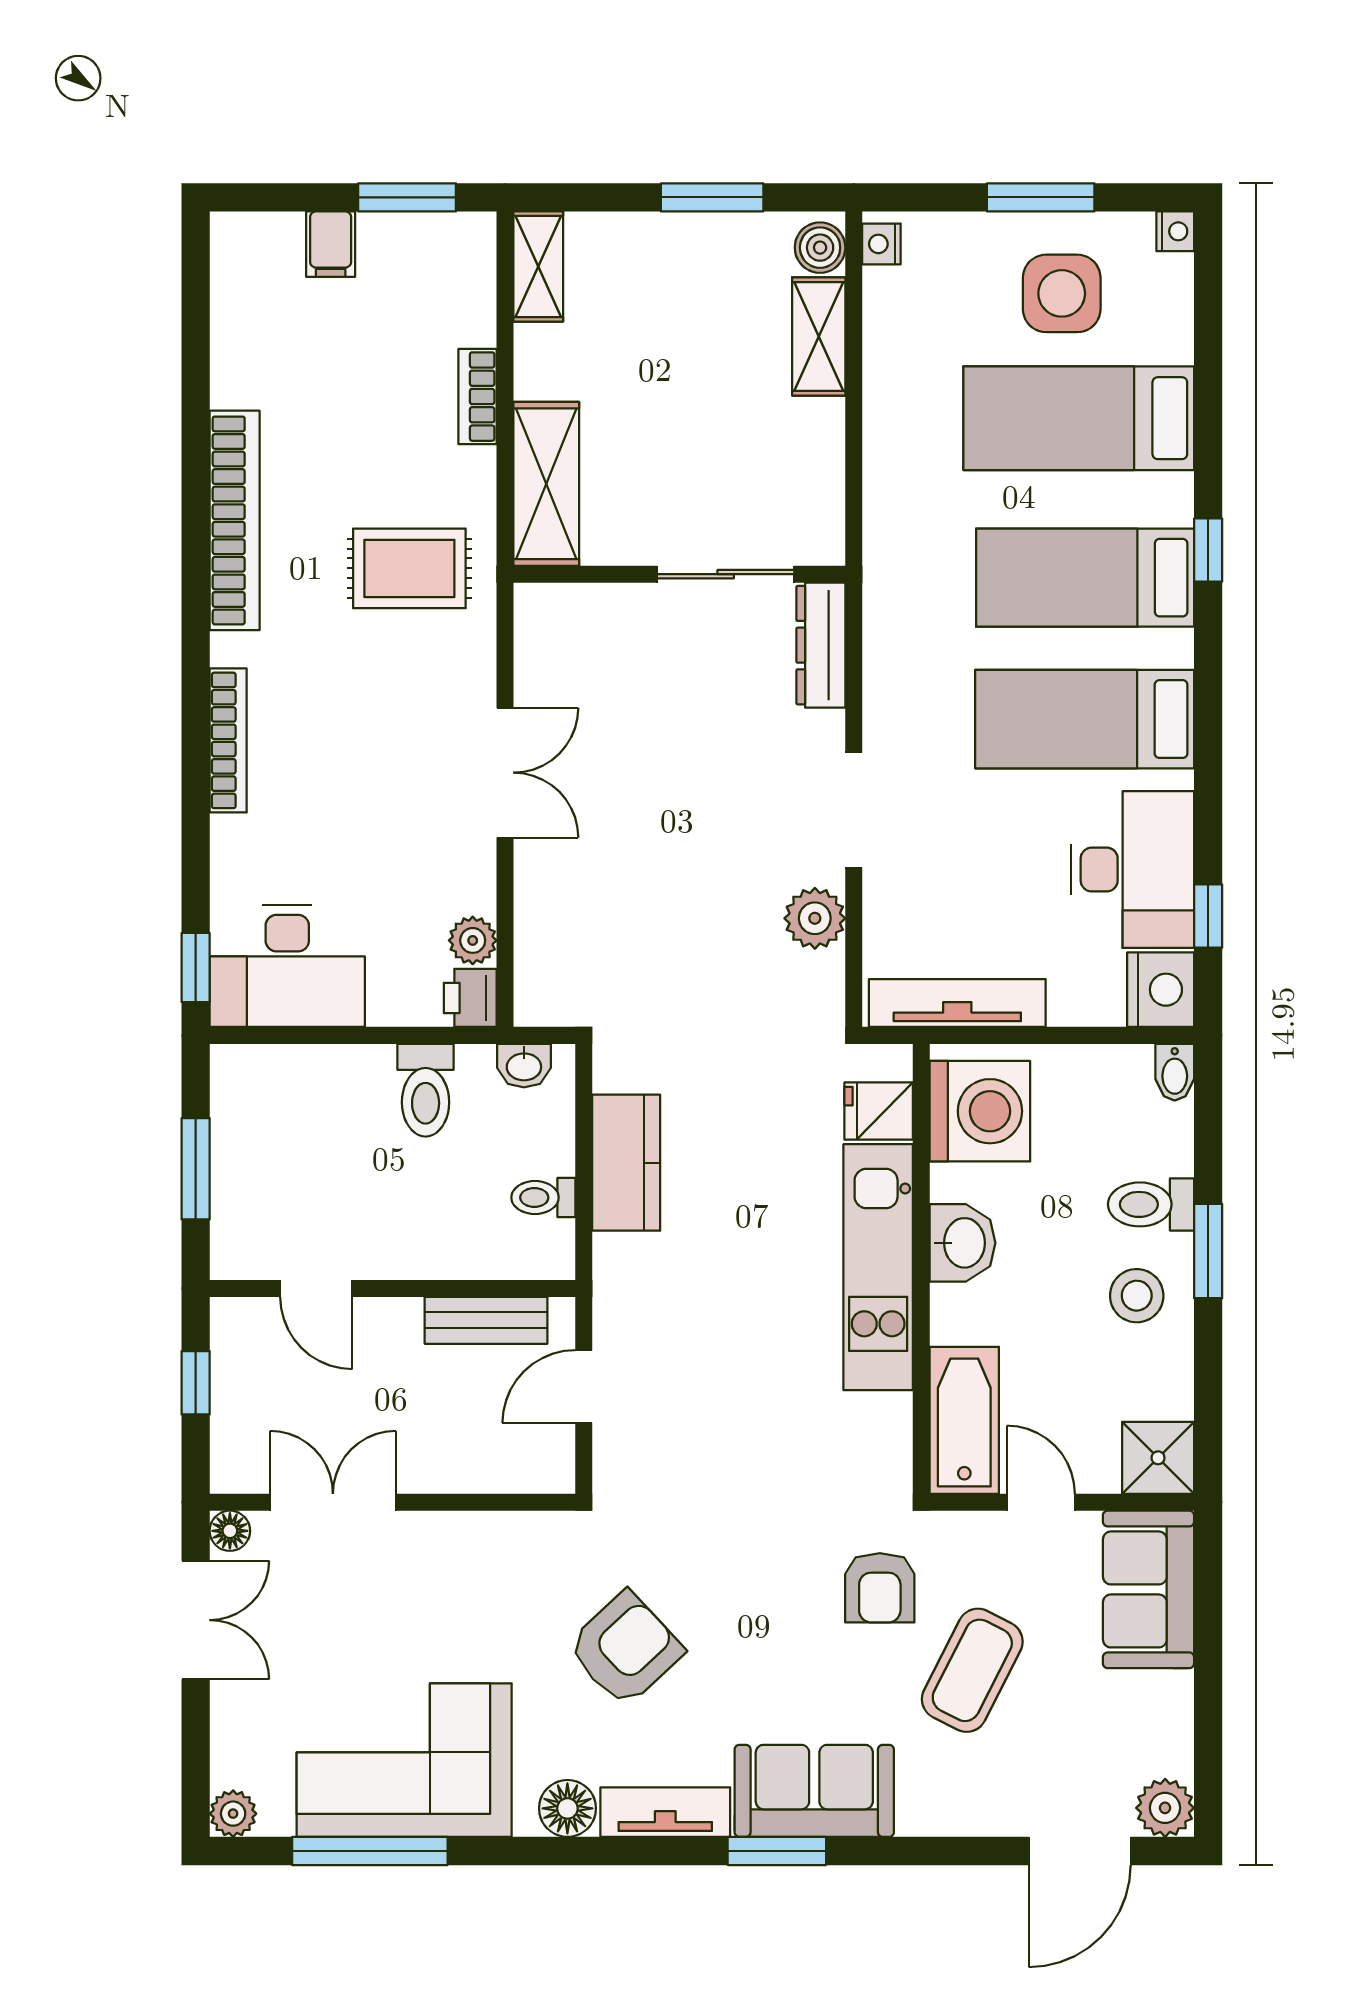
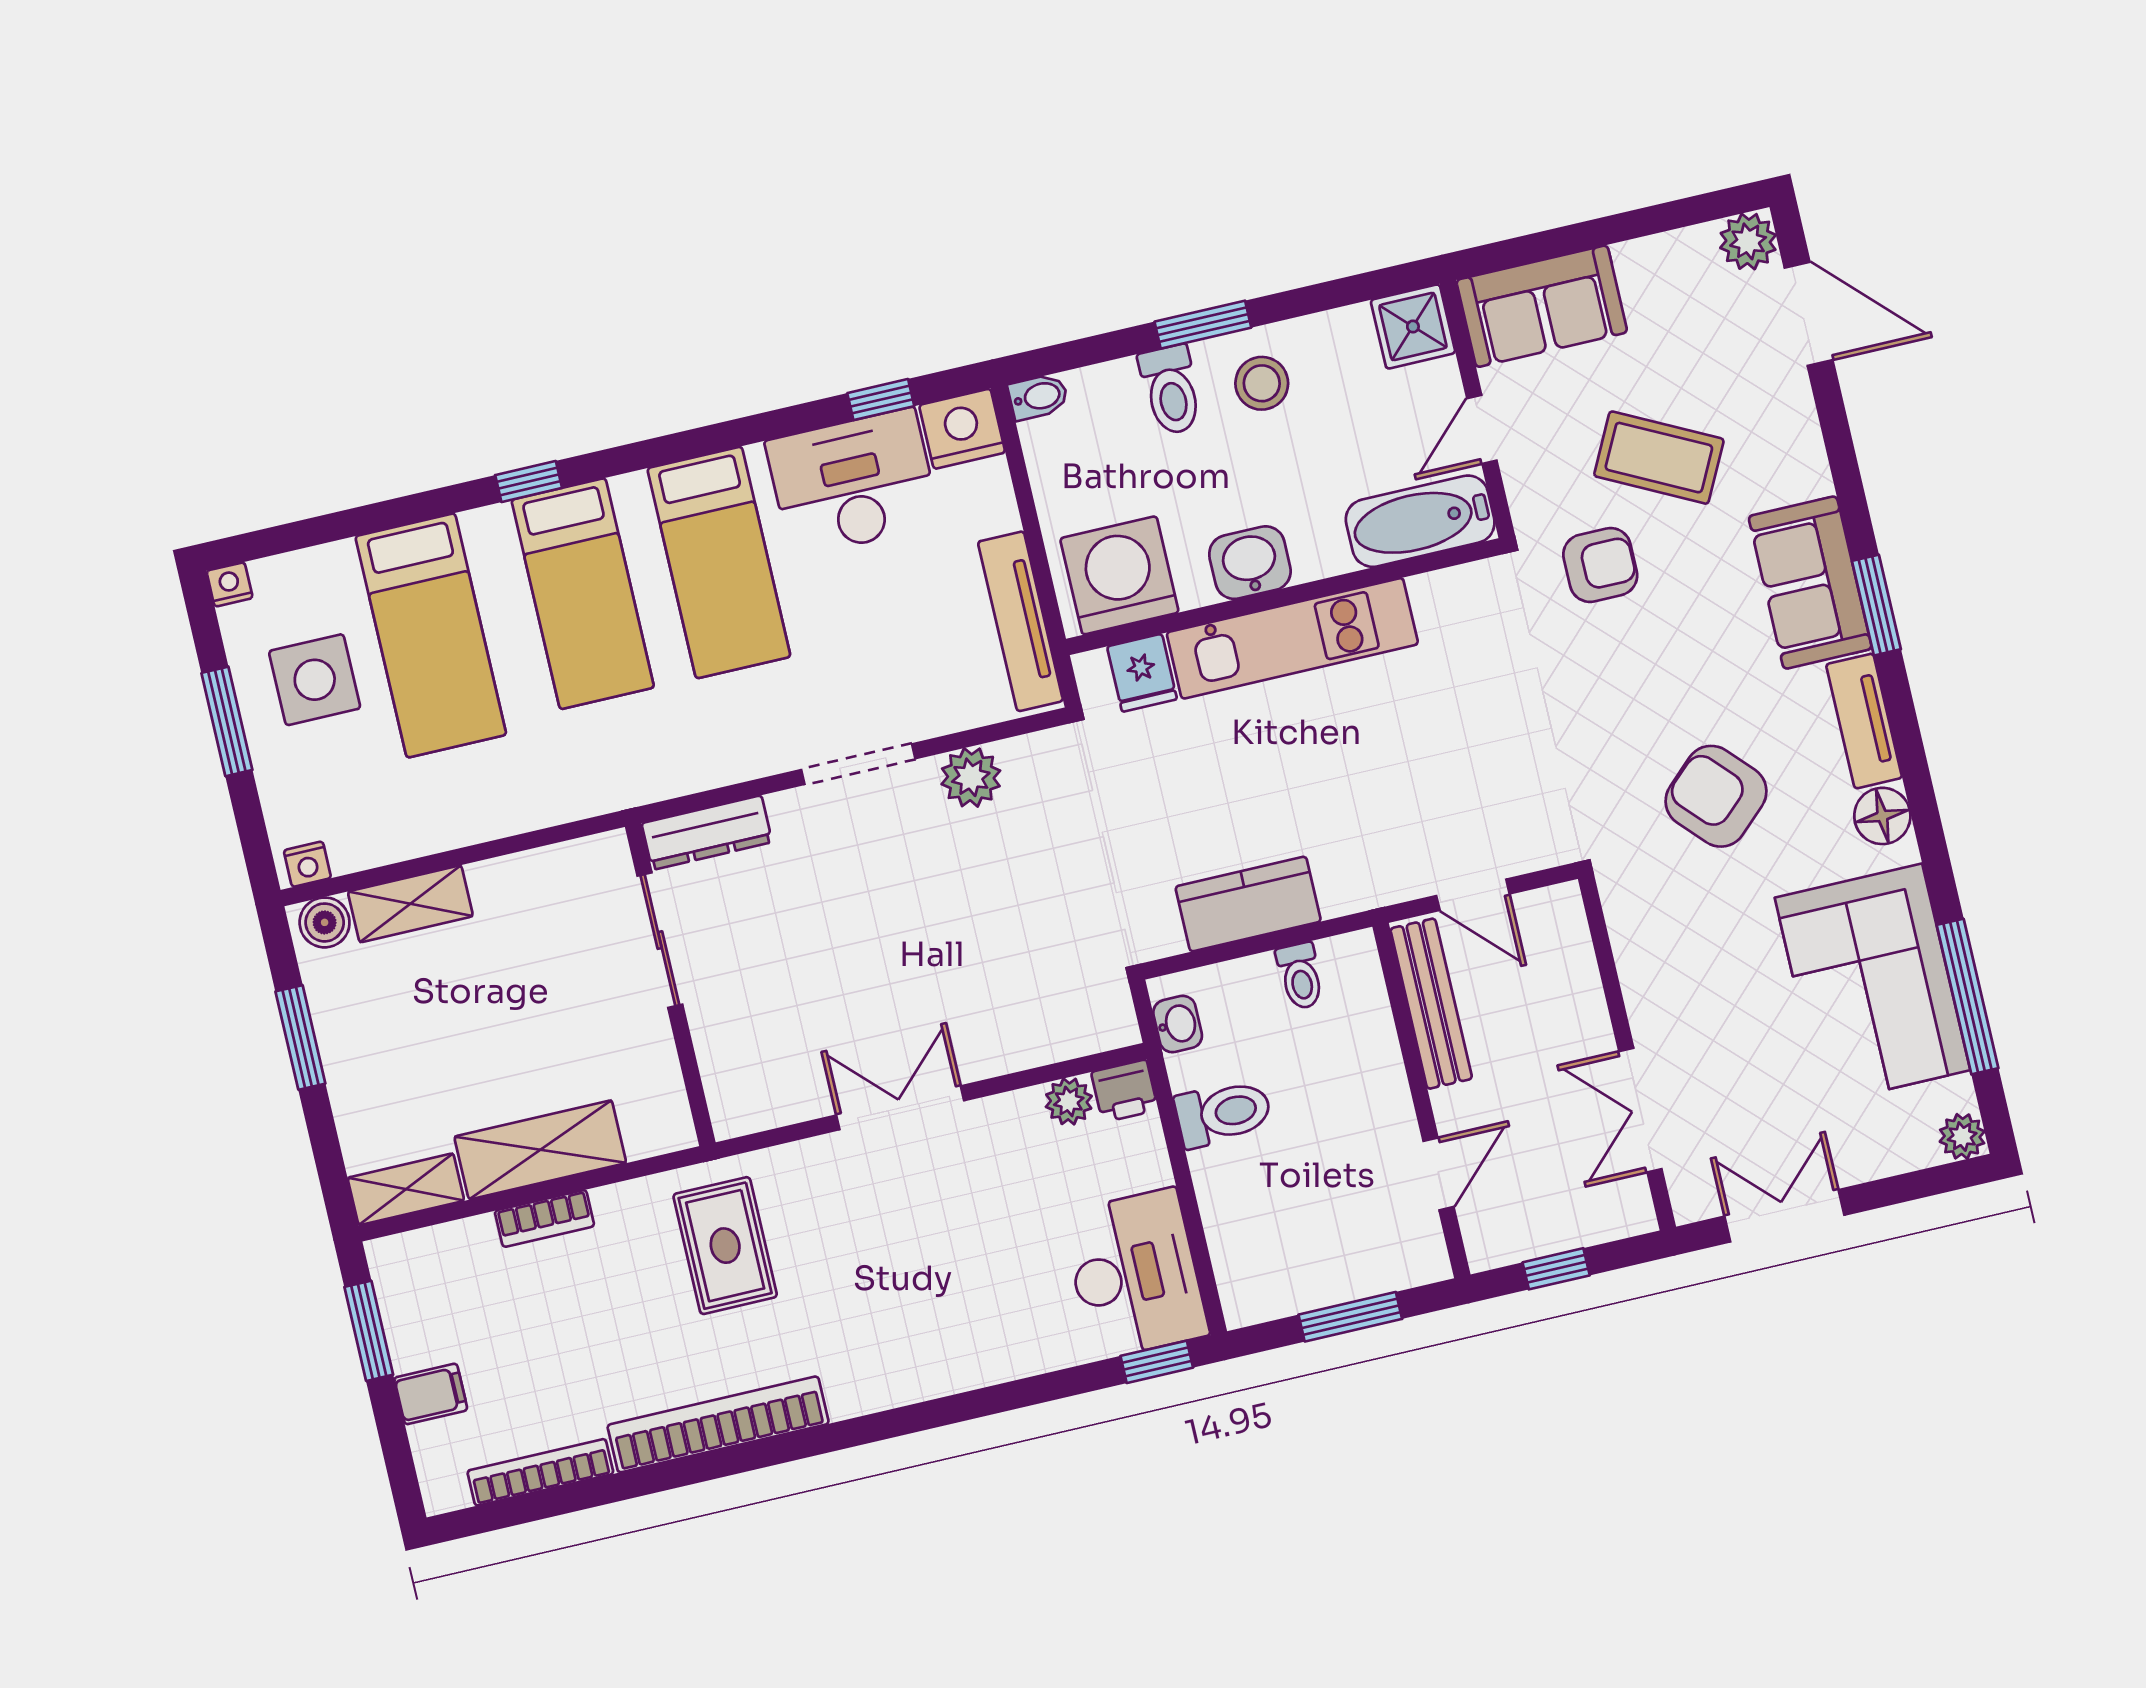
shelving: (546, 484) -> (540, 1150), moved
bookcase: (228, 740) -> (540, 1472), moved
bench: (486, 1320) -> (1431, 1004), width x1.36
floor lamp: (230, 1531) -> (1691, 1203), removed

